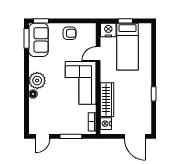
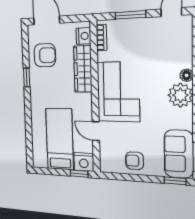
window: (125, 21) -> (79, 174), moved
door: (98, 54) -> (96, 131), swing flipped
armchair: (137, 111) -> (45, 55), added

